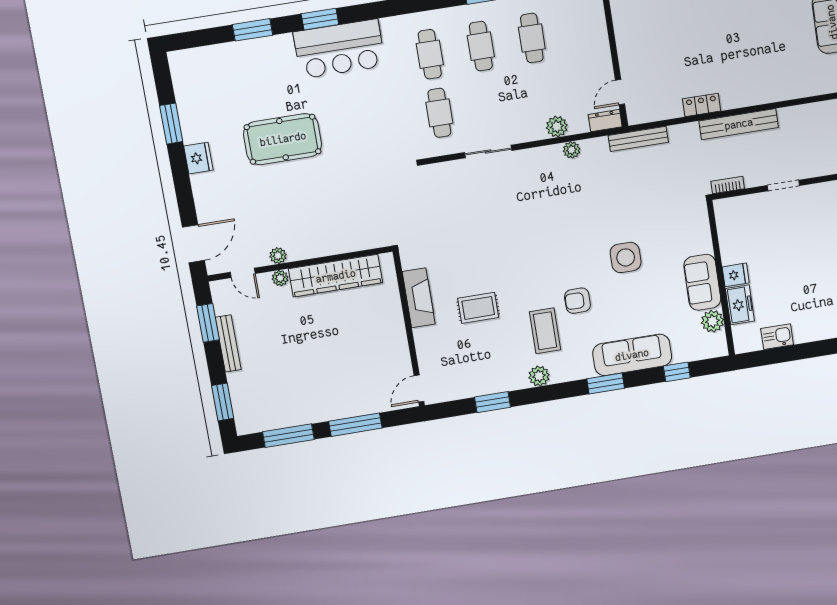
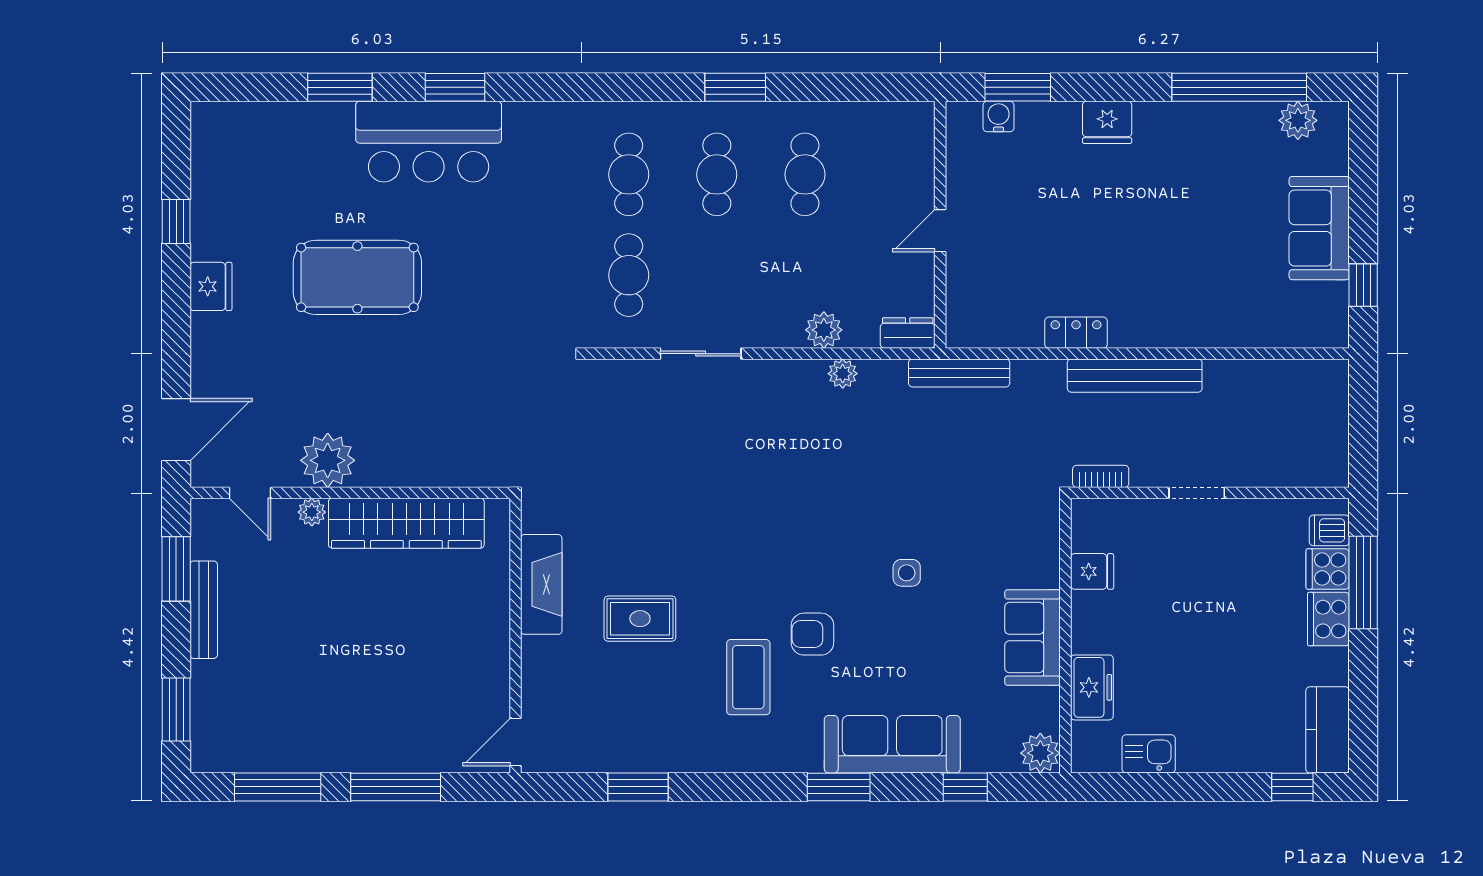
bar counter: (339, 49) -> (429, 142), moved
door: (620, 92) -> (940, 231), moved
window: (171, 124) -> (176, 222), width x0.67
plant: (278, 256) -> (328, 460), width x1.88, depth x1.88
side table: (626, 257) -> (907, 573), width x0.54, depth x0.54
fridge: (736, 275) -> (1092, 571), moved
plant: (712, 321) -> (1040, 753), moved
plant: (539, 376) -> (726, 755), removed

